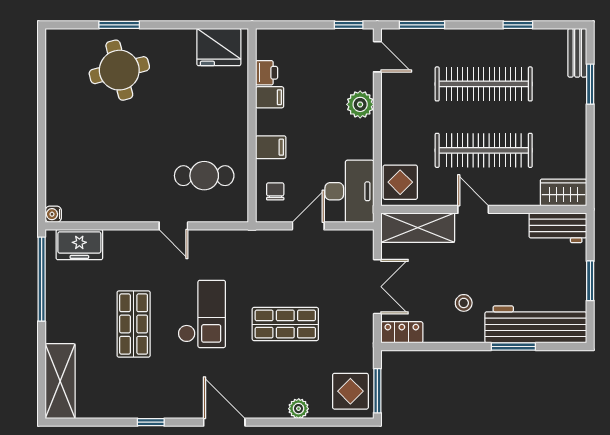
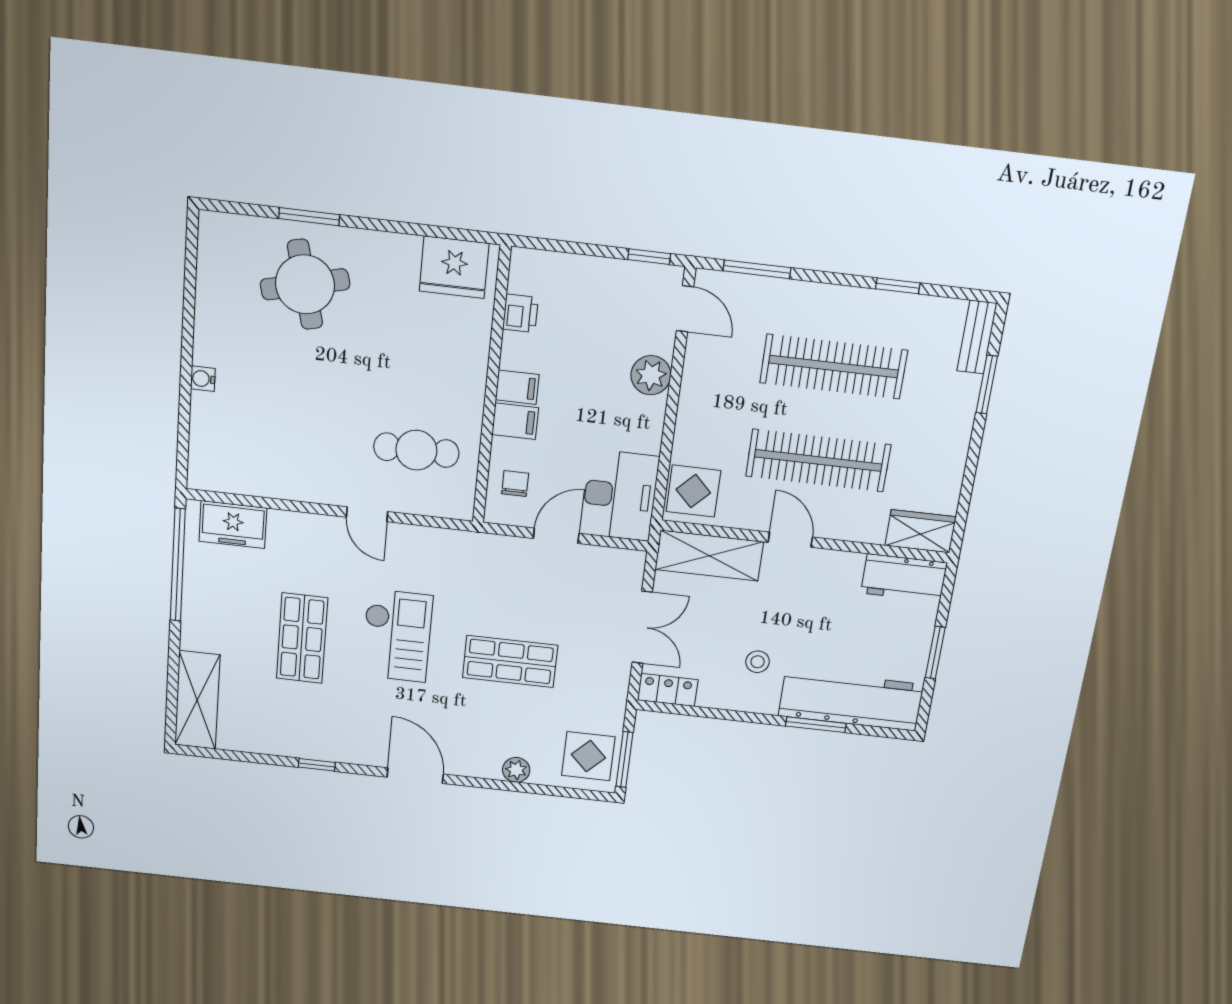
filing cabinet: (270, 97) -> (517, 387), moved
water cooler: (53, 214) -> (203, 379), moved

